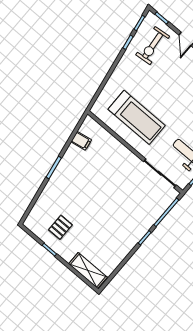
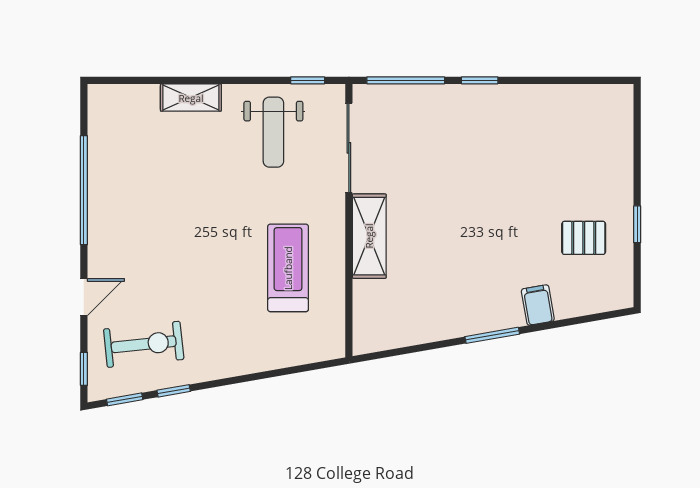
treadmill: (137, 117) -> (288, 268), width x0.73, depth x0.73
filing cabinet: (81, 141) -> (538, 305), moved
shelving: (88, 270) -> (369, 236), moved

